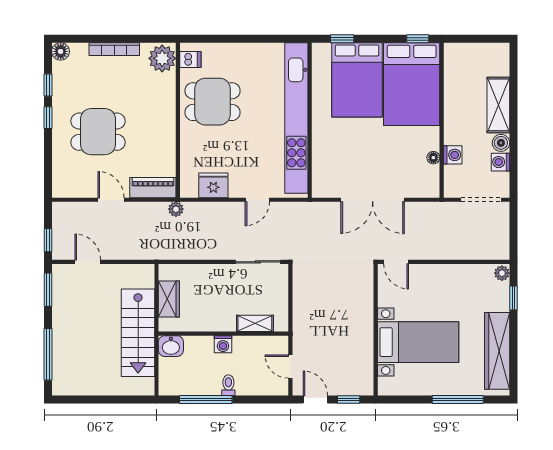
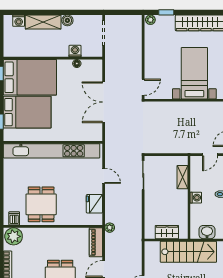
washing machine: (500, 162) -> (19, 21), moved
double door: (373, 200) -> (104, 102), swing flipped
washbasin: (171, 346) -> (207, 232), moved, turned -90

